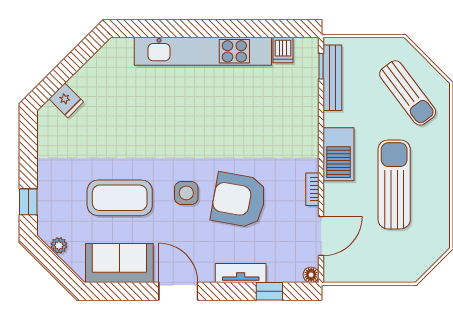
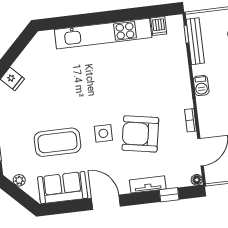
barbecue: (339, 154) -> (201, 86), width x0.53, depth x0.65

